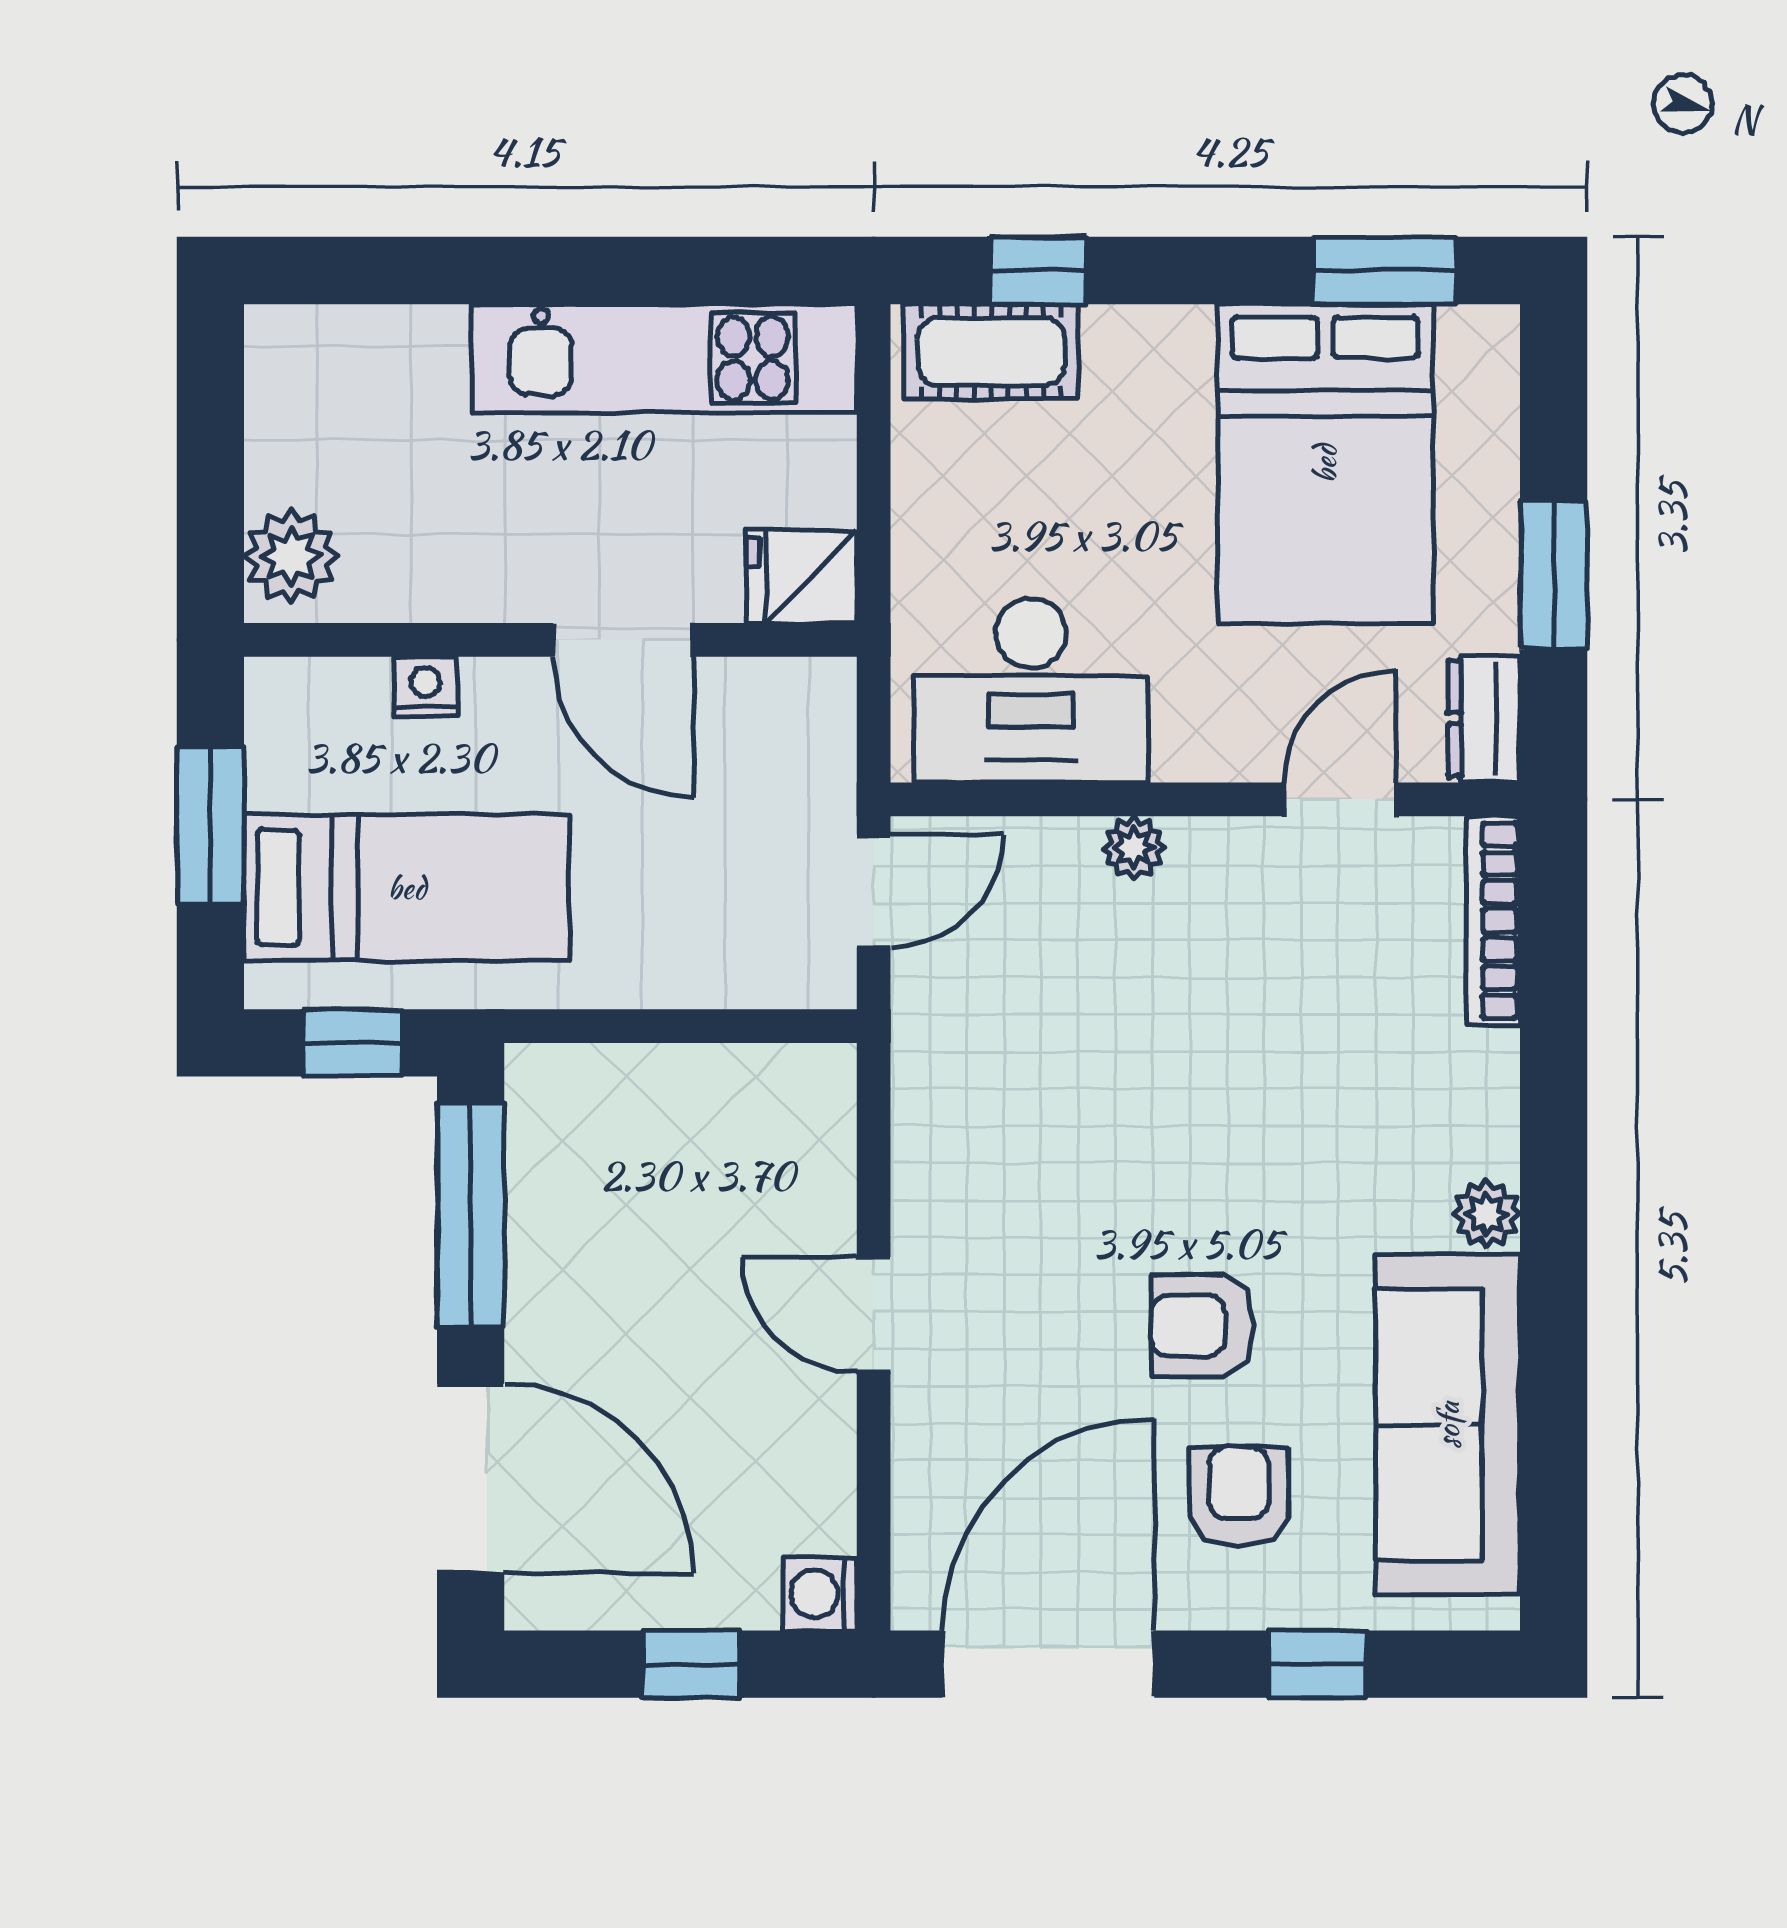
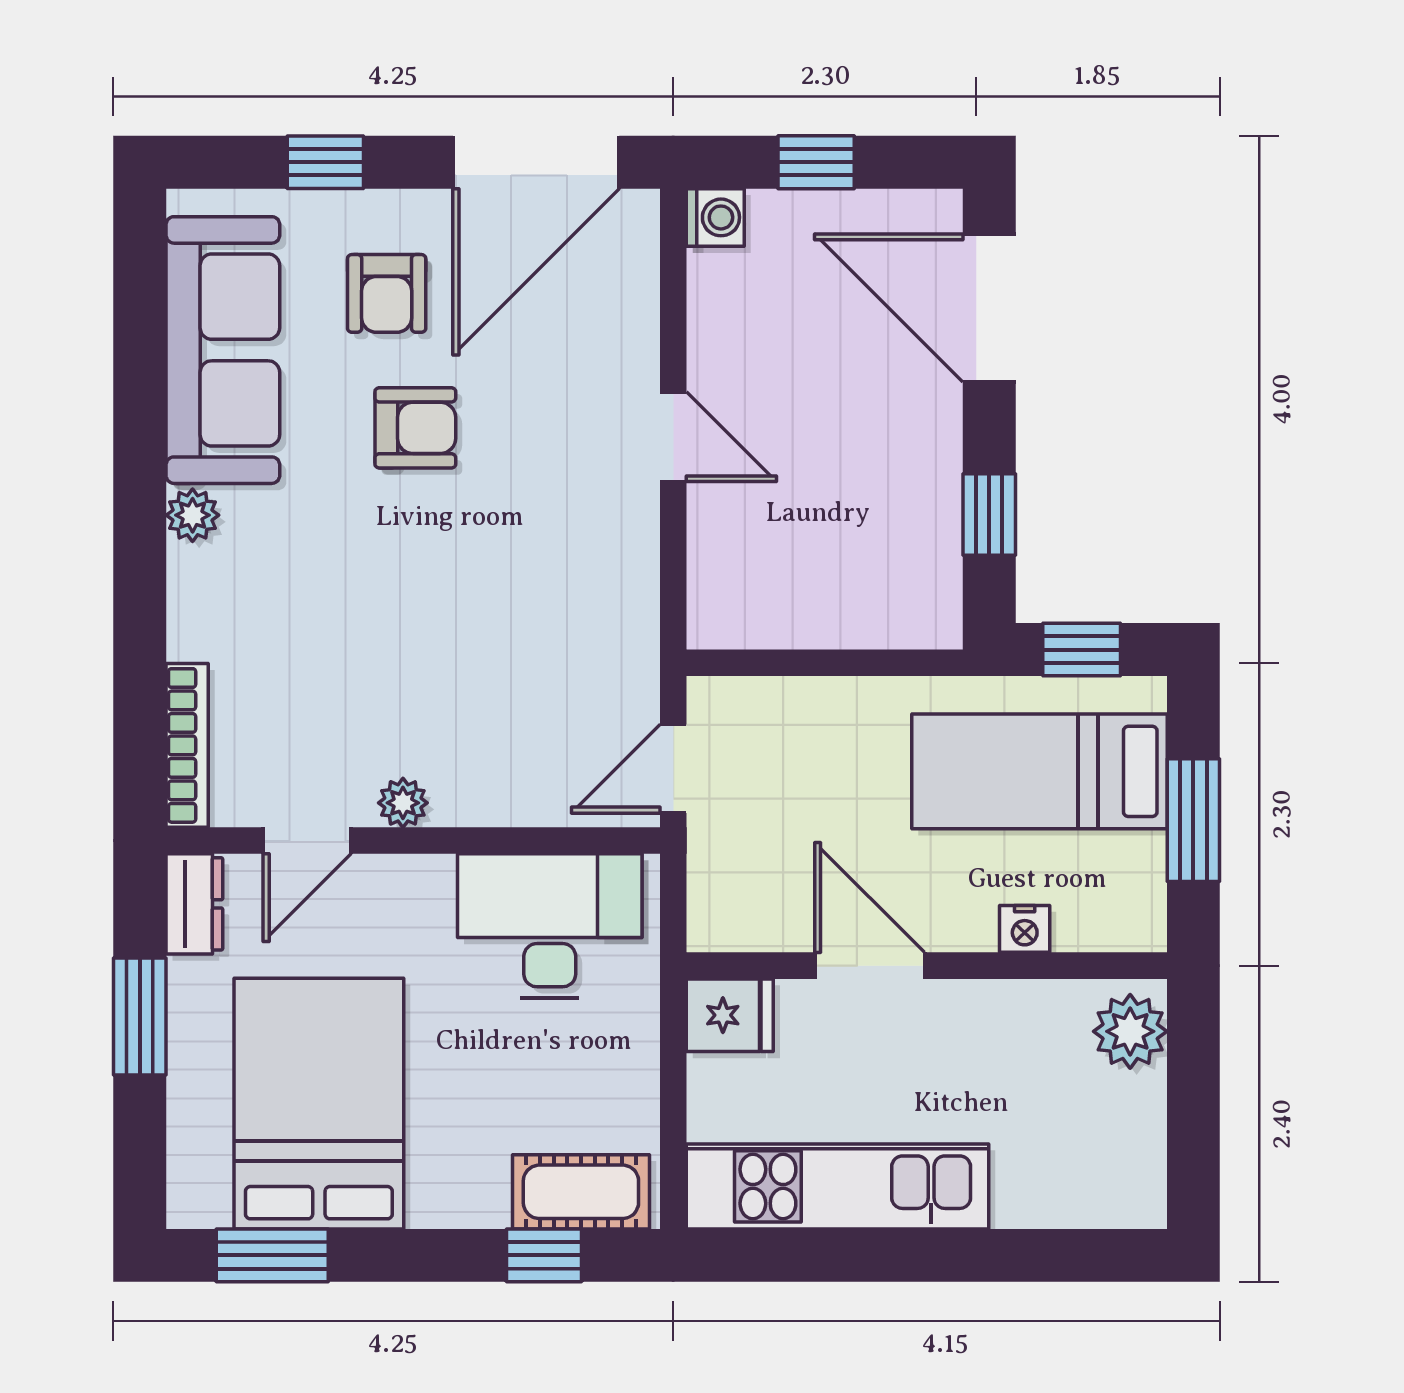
plant: (1134, 848) -> (403, 803), moved
window: (471, 1215) -> (989, 514), width x0.46

